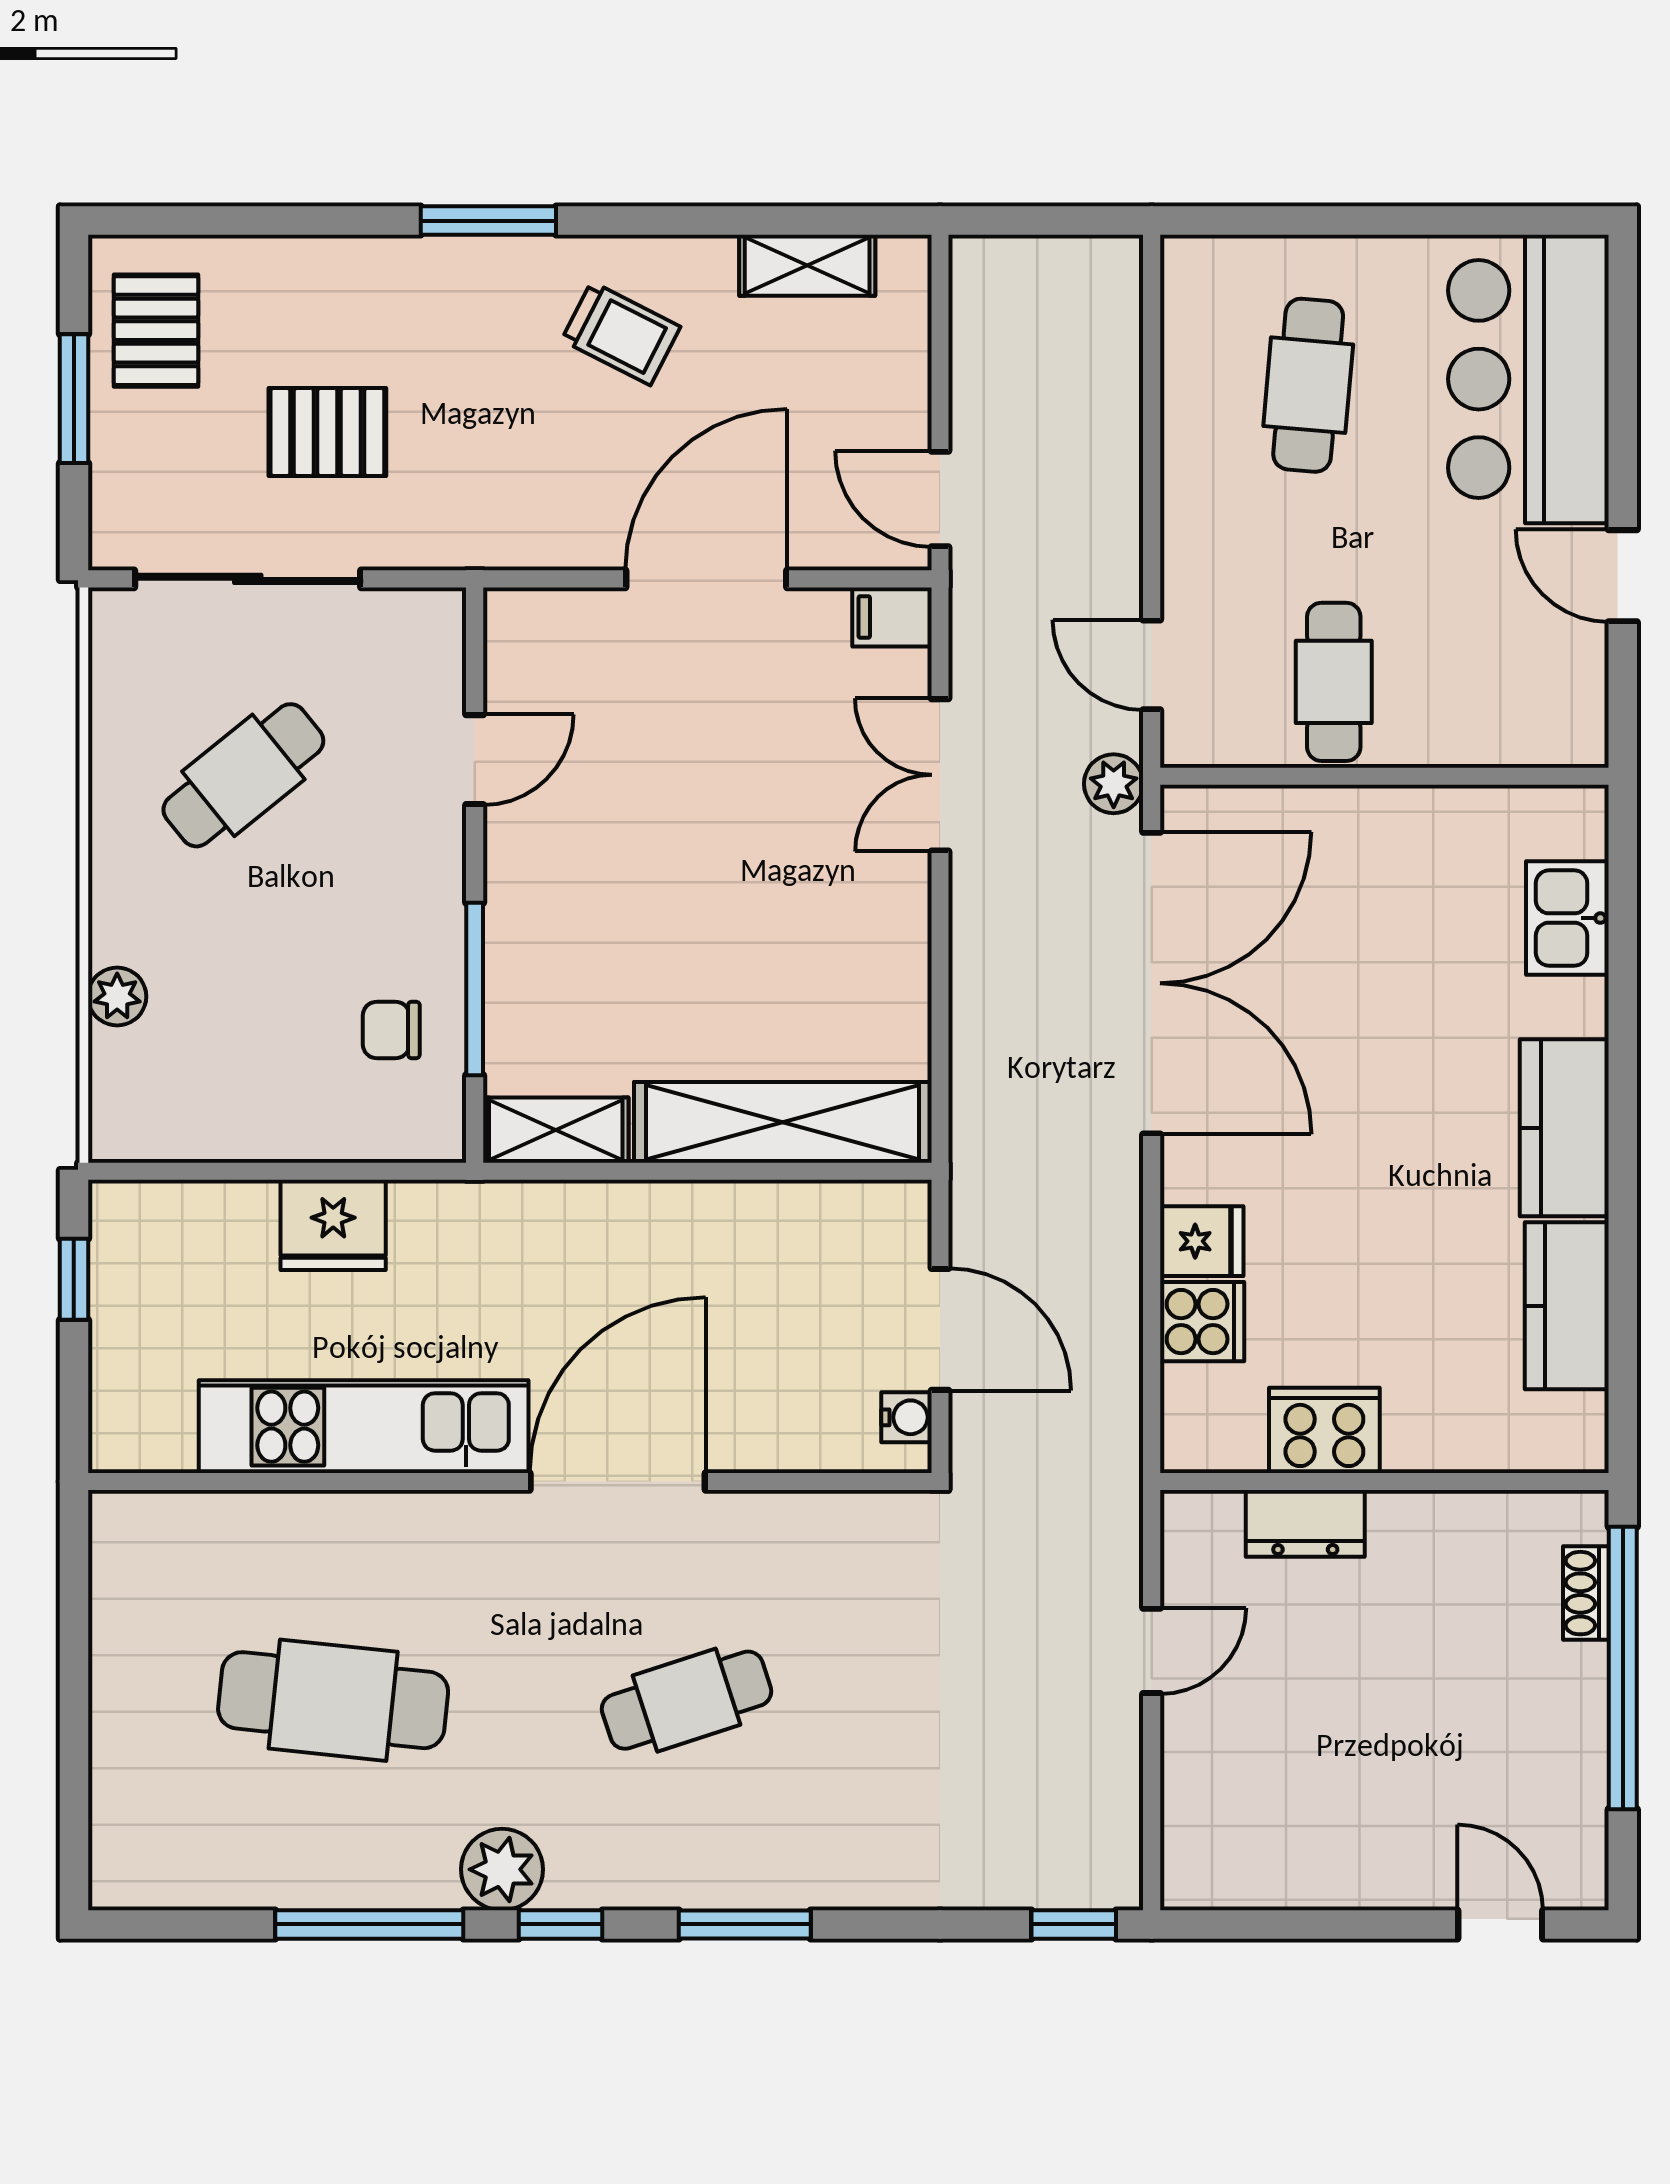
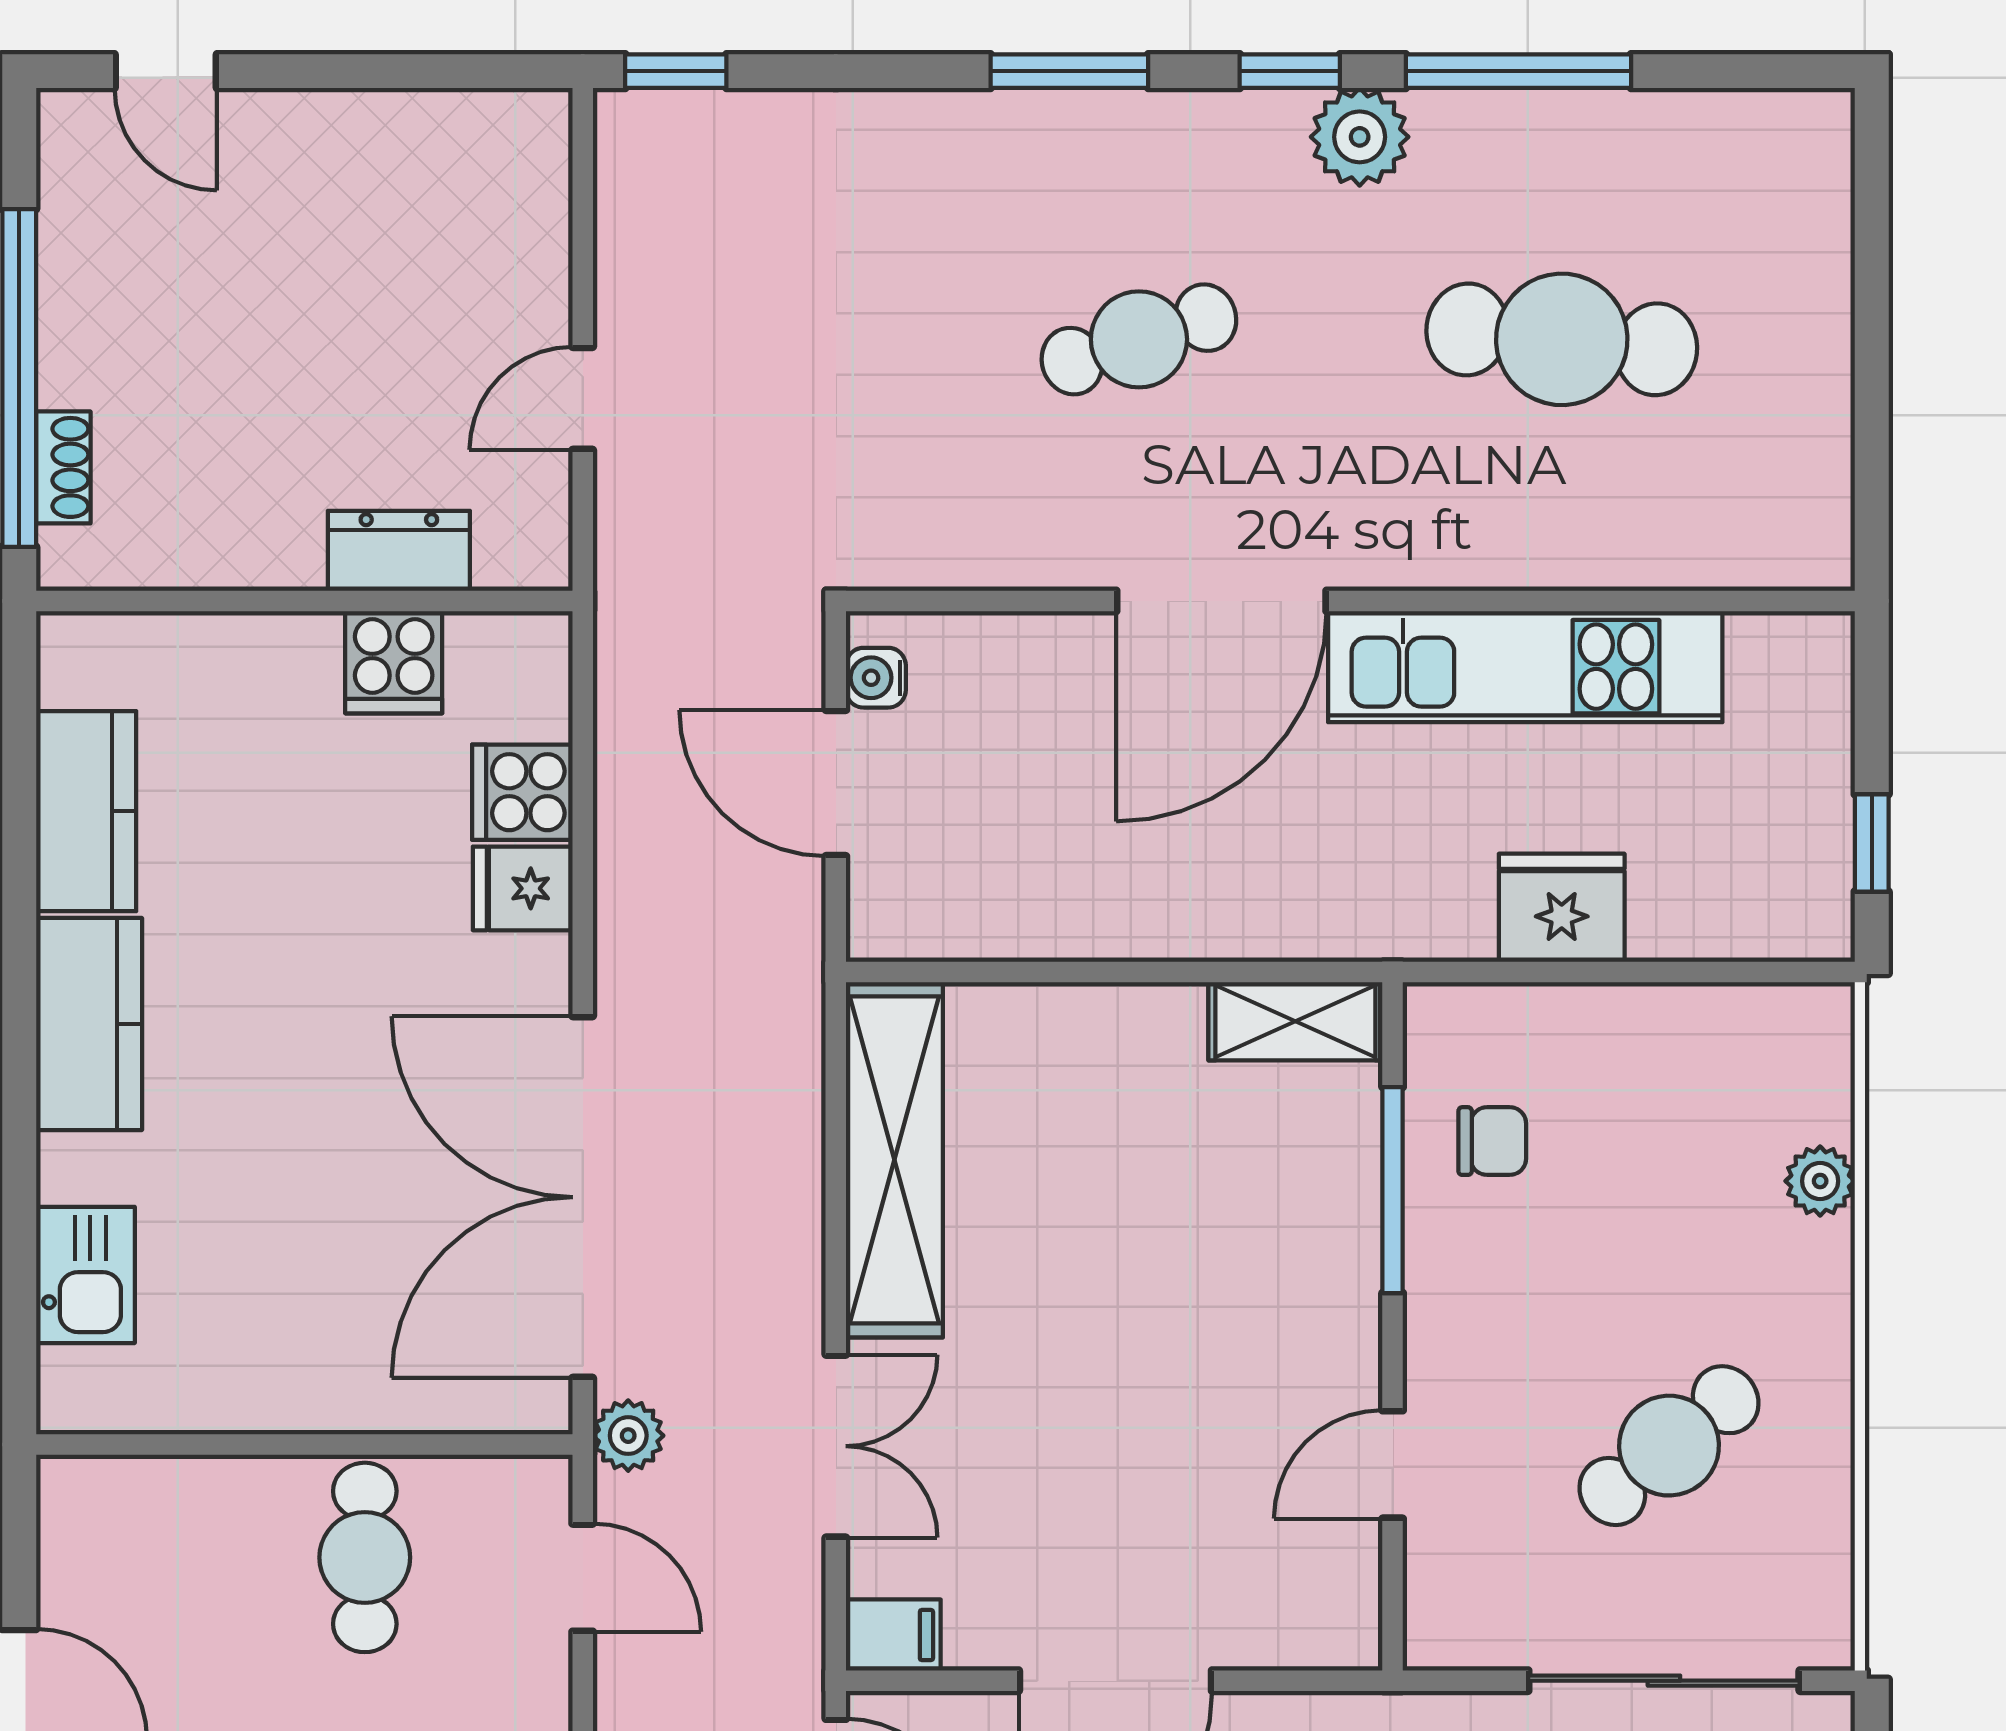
shelving: (783, 1122) -> (894, 1160), moved, turned 90
cooker: (1324, 1430) -> (394, 662), width x0.73

